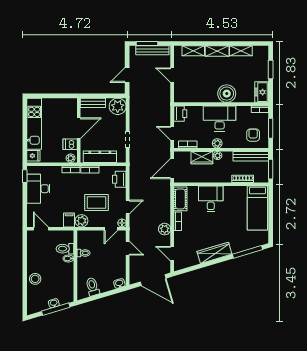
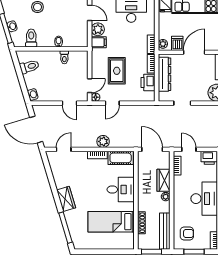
door: (79, 128) -> (194, 52), swing flipped
door: (172, 133) -> (189, 149), hinge flipped
plant: (217, 143) -> (178, 196), removed
printer: (119, 179) -> (148, 82), moved, turned -90
door: (128, 207) -> (112, 103), hinge flipped
bed: (257, 208) -> (111, 222), moved
plant: (82, 221) -> (98, 29), moved
door: (41, 229) -> (90, 13), hinge flipped
door: (111, 229) -> (90, 86), swing flipped
plant: (165, 229) -> (103, 141), moved
door: (128, 248) -> (69, 103), hinge flipped
toilet: (65, 249) -> (31, 38), moved
wardrobe: (214, 253) -> (66, 199), width x0.67
door: (153, 280) -> (36, 130), hinge flipped

